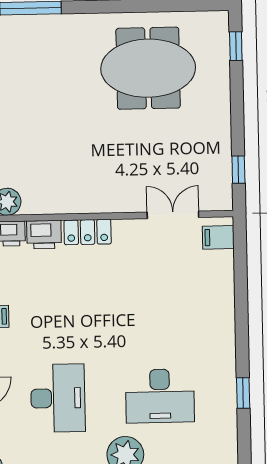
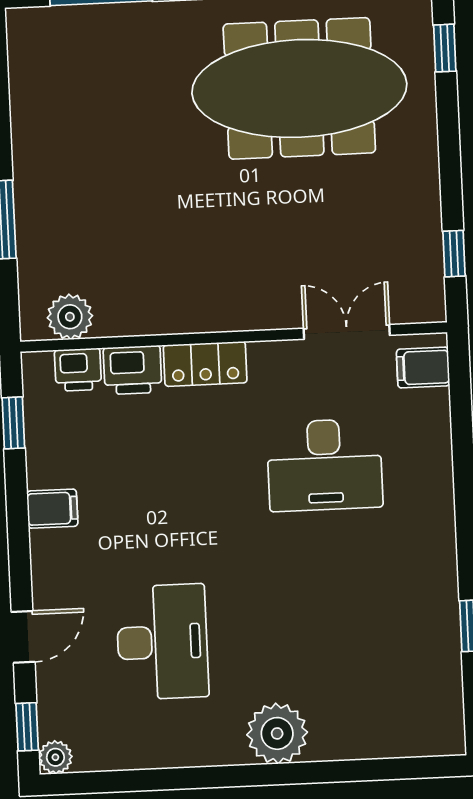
meeting table: (148, 68) -> (299, 88), width x1.36
desk: (160, 396) -> (325, 465), moved

